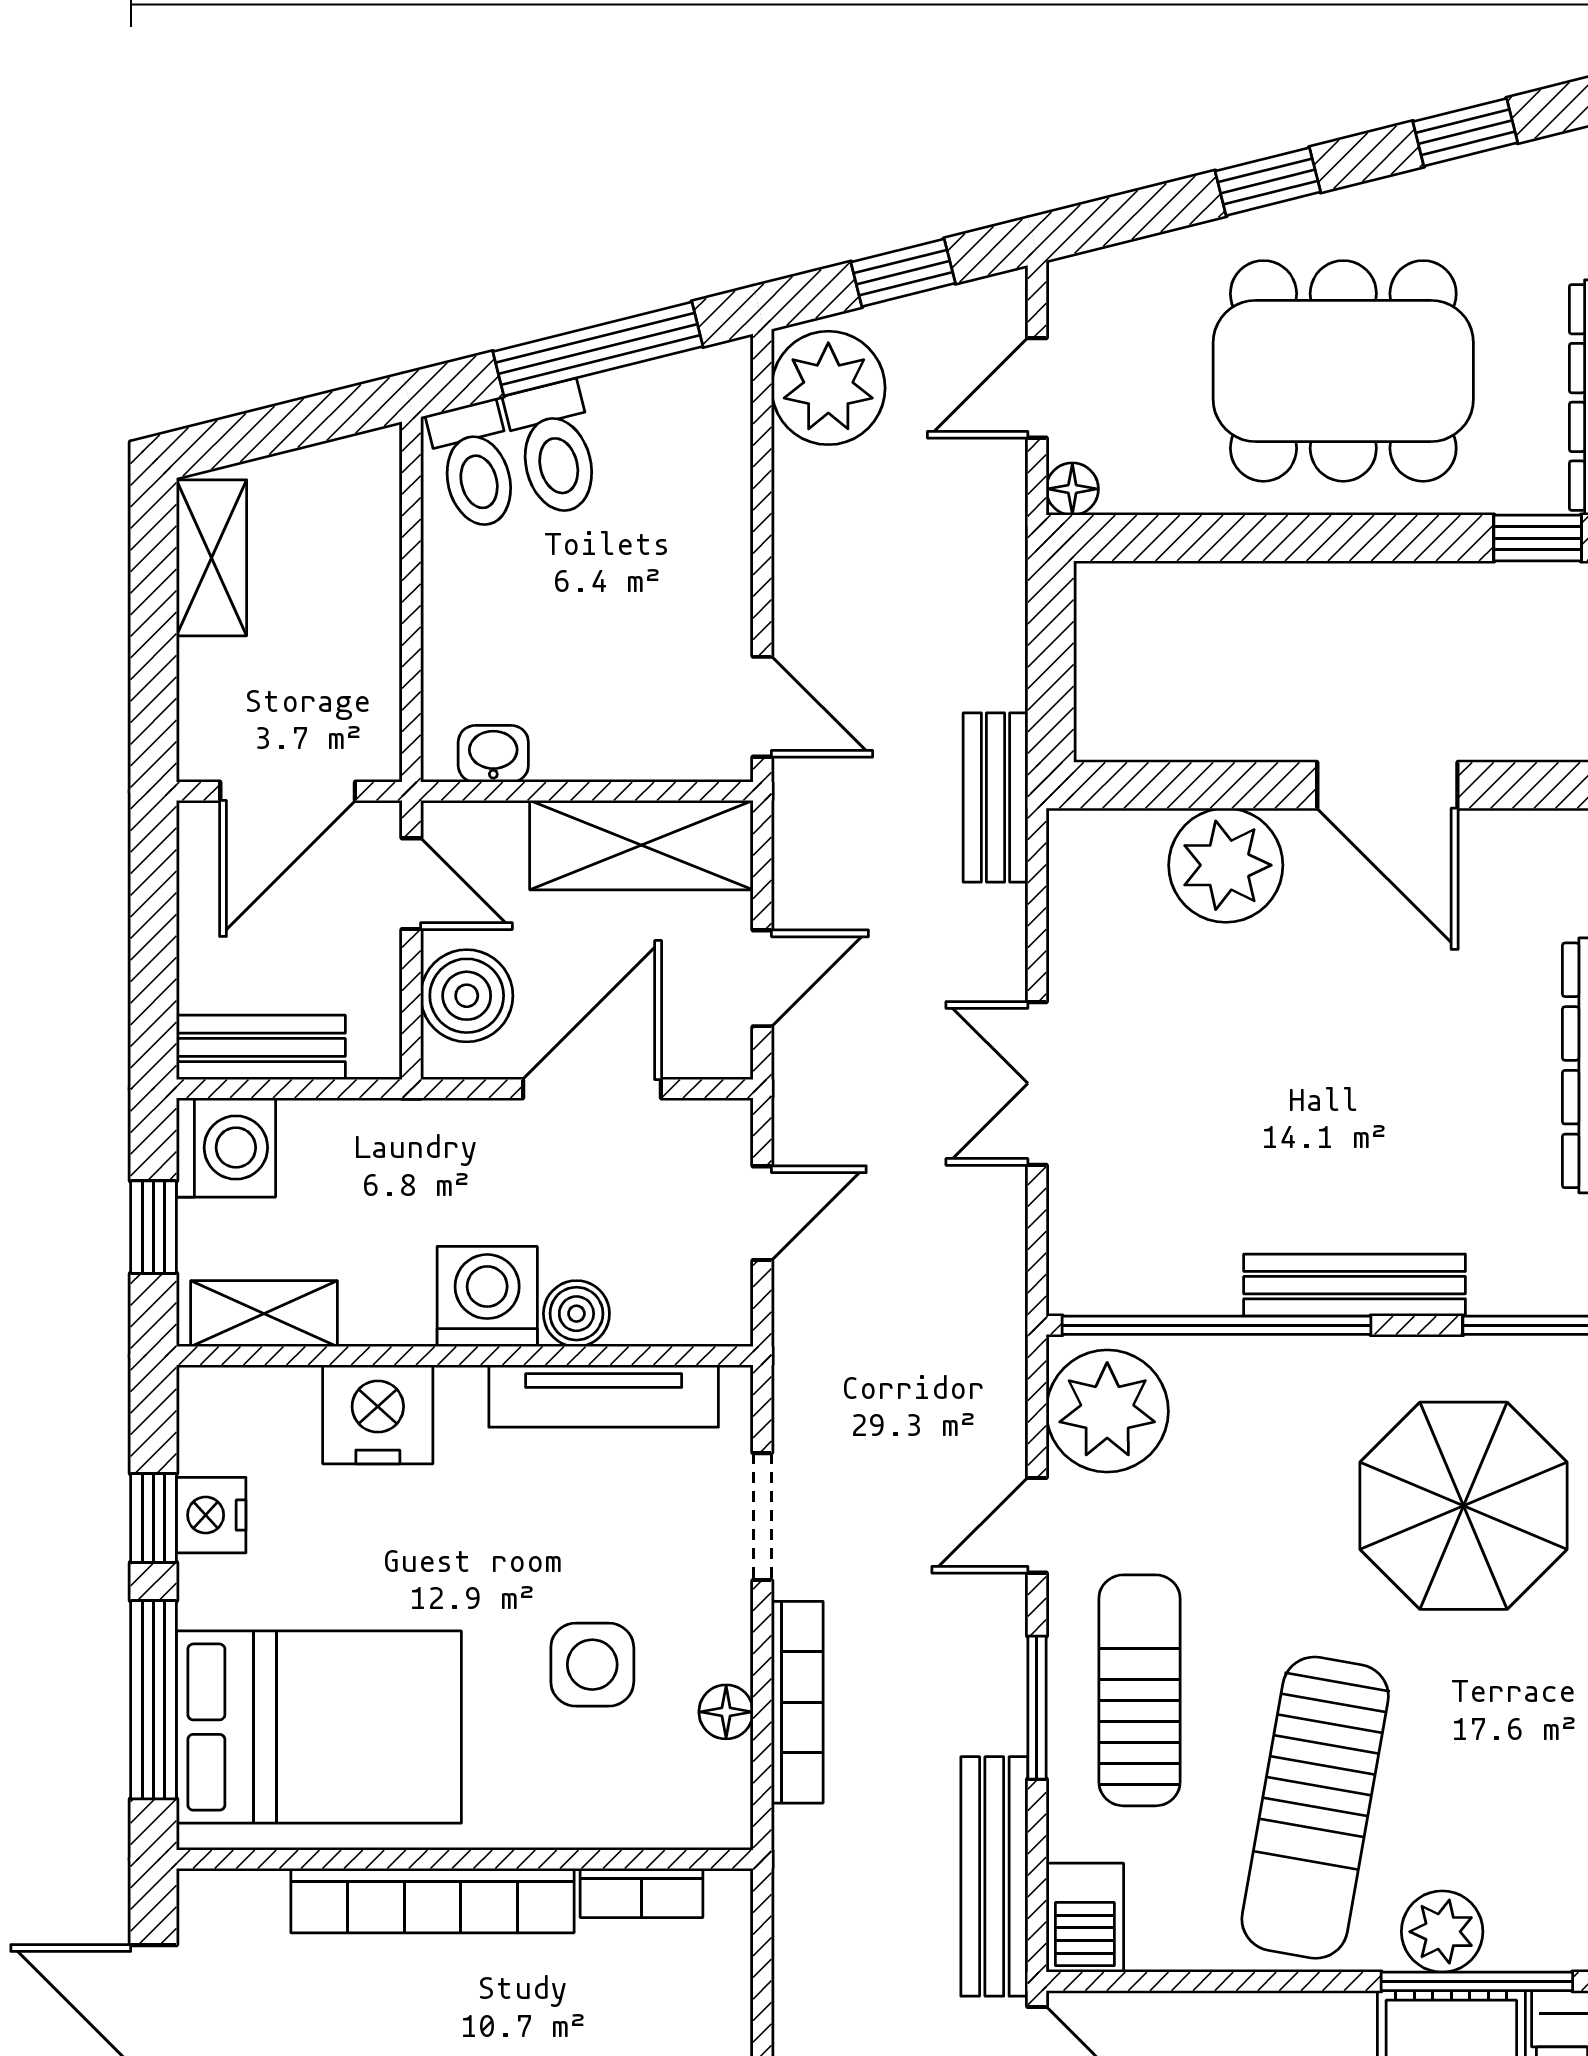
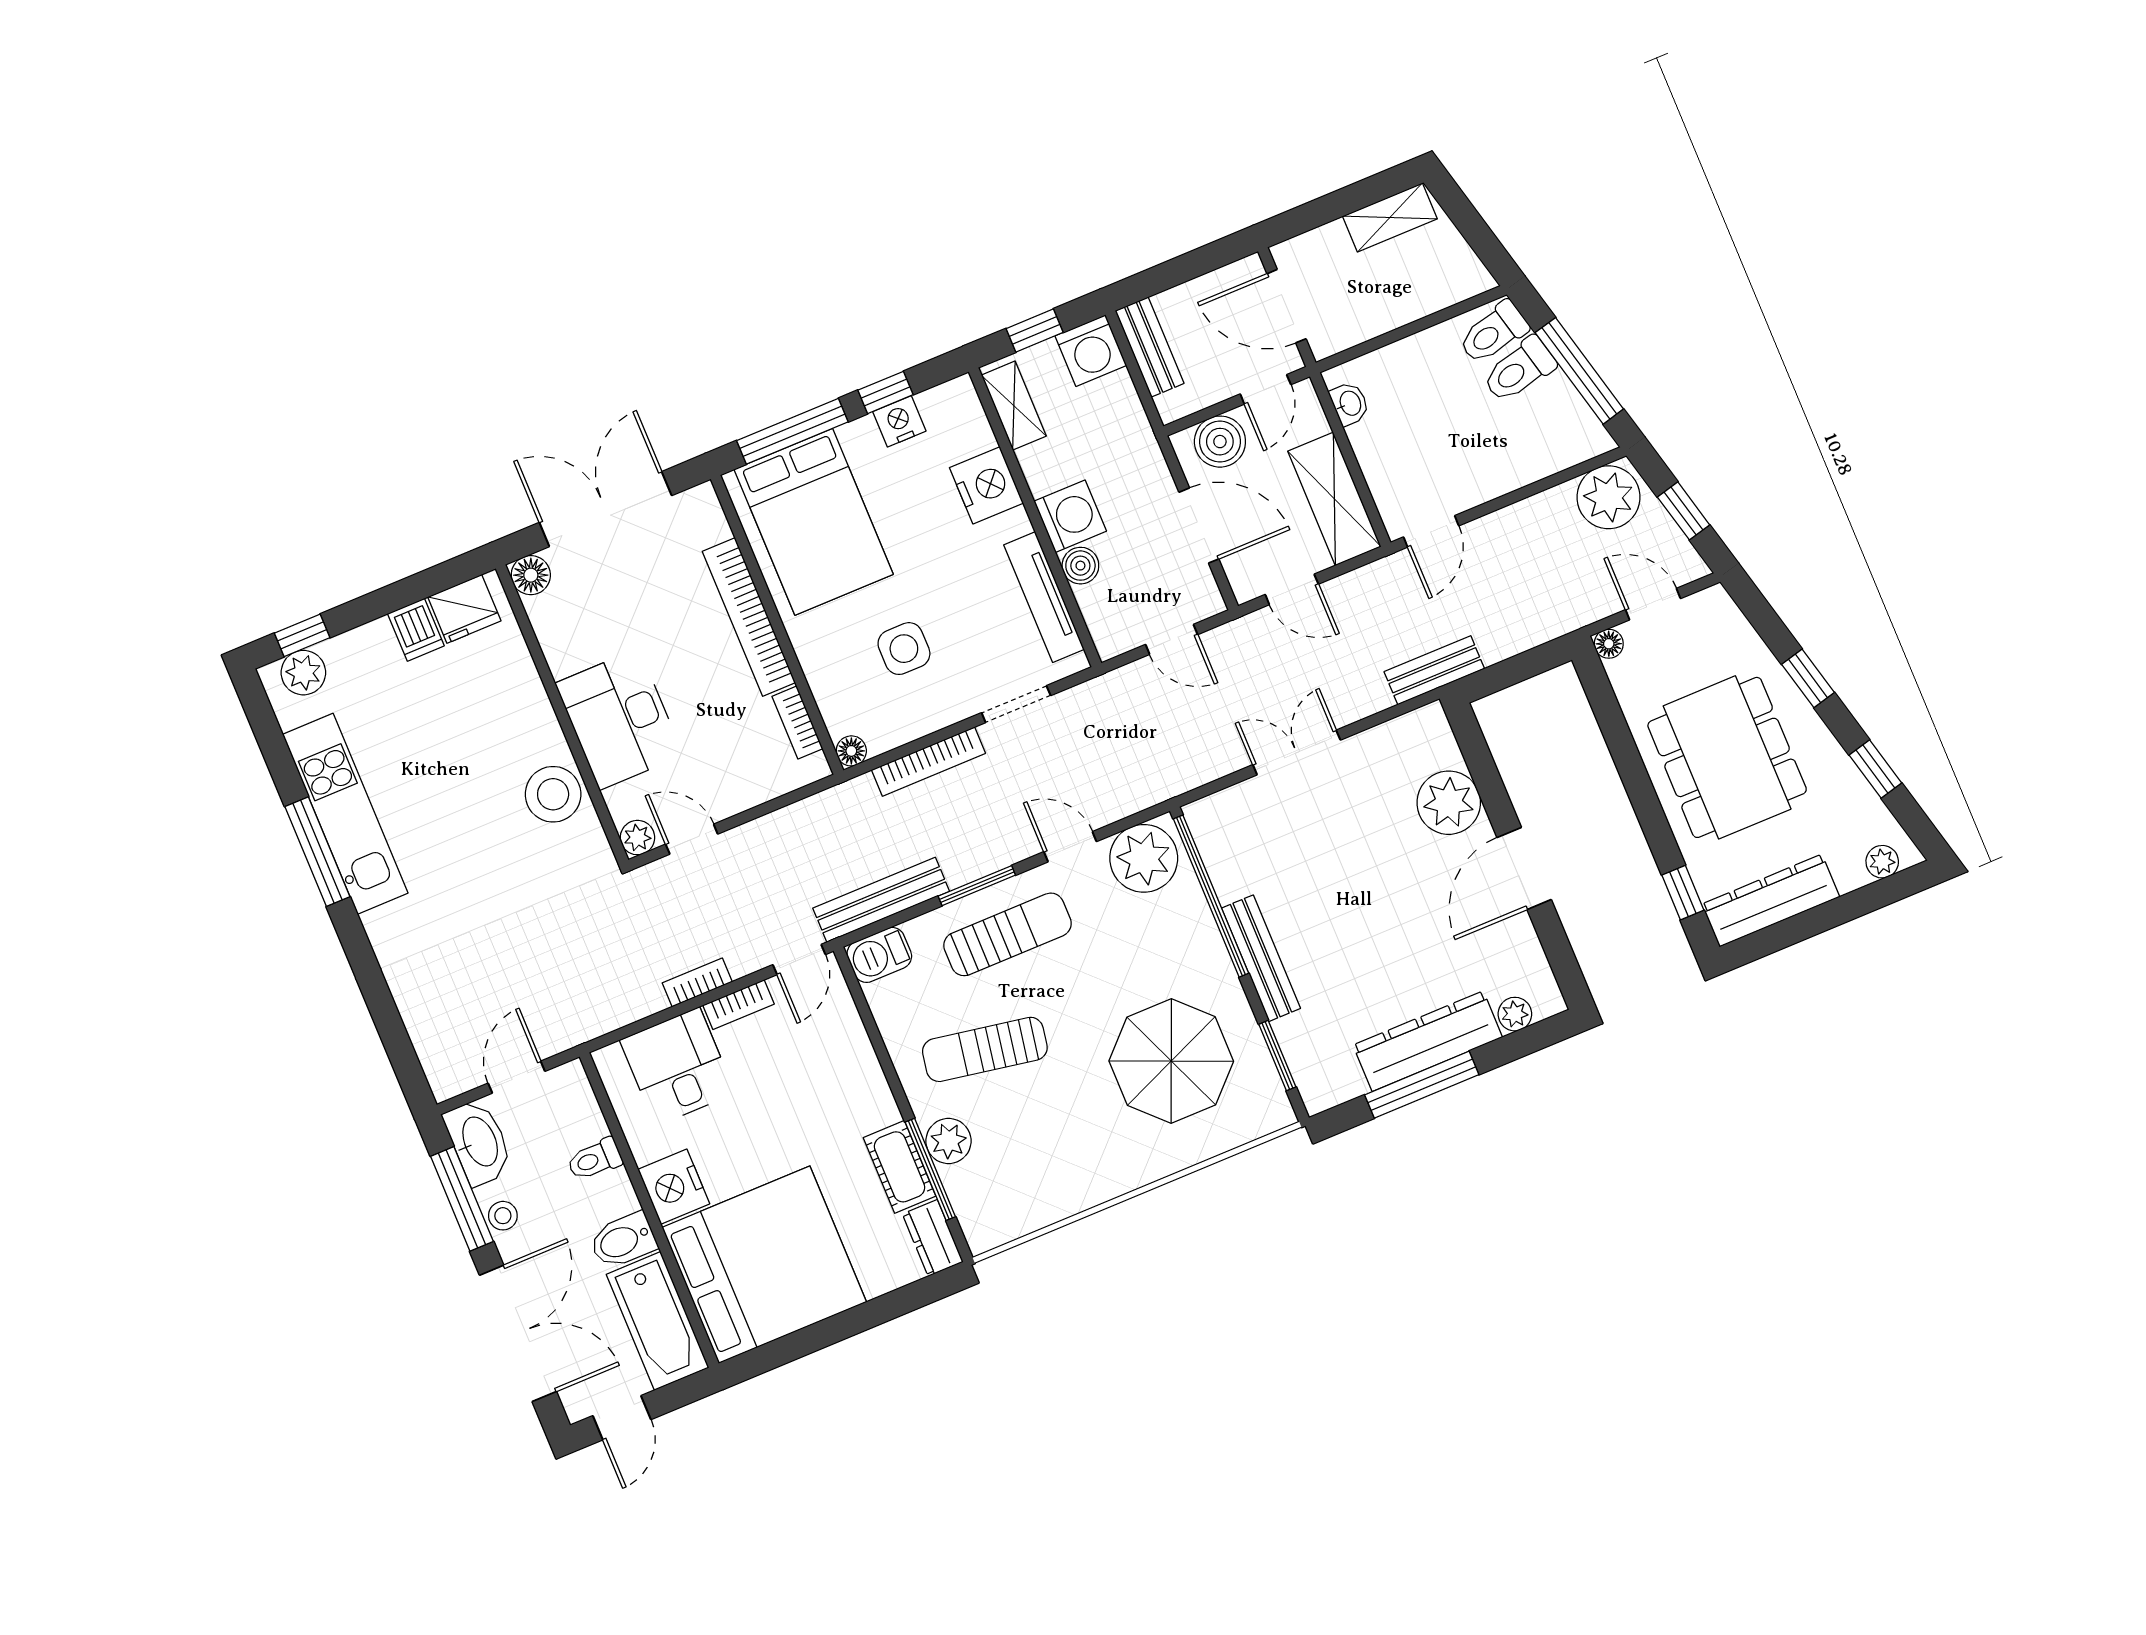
floor lamp: (726, 1712) -> (851, 751), moved
sun lounger: (1315, 1808) -> (985, 1049), width x0.73, depth x0.75

